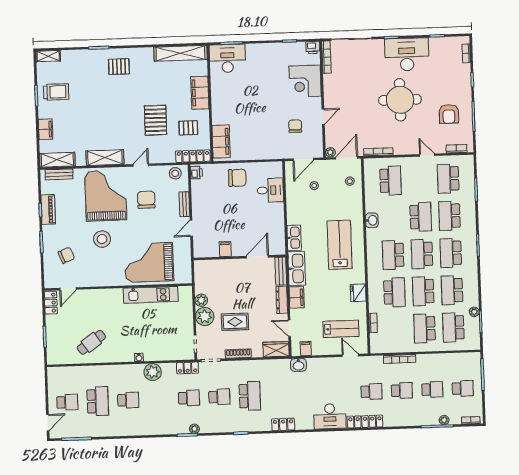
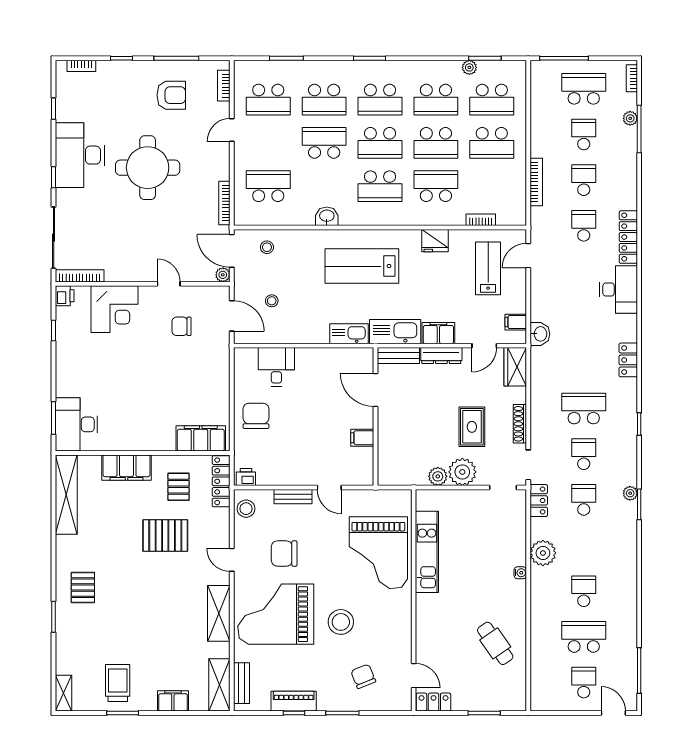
school desk: (463, 388) -> (584, 89), width x1.85

